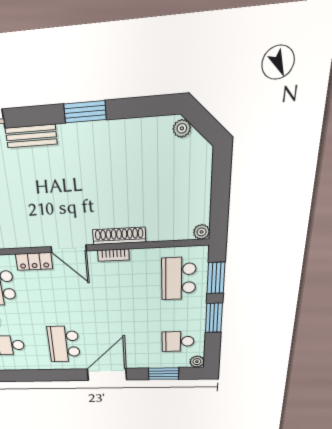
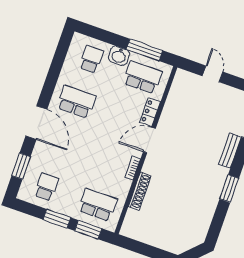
plant: (182, 128) -> (196, 240), removed
plant: (202, 232) -> (126, 231), removed
shoe rack: (119, 236) -> (140, 191), moved
plant: (197, 362) -> (23, 195), removed

